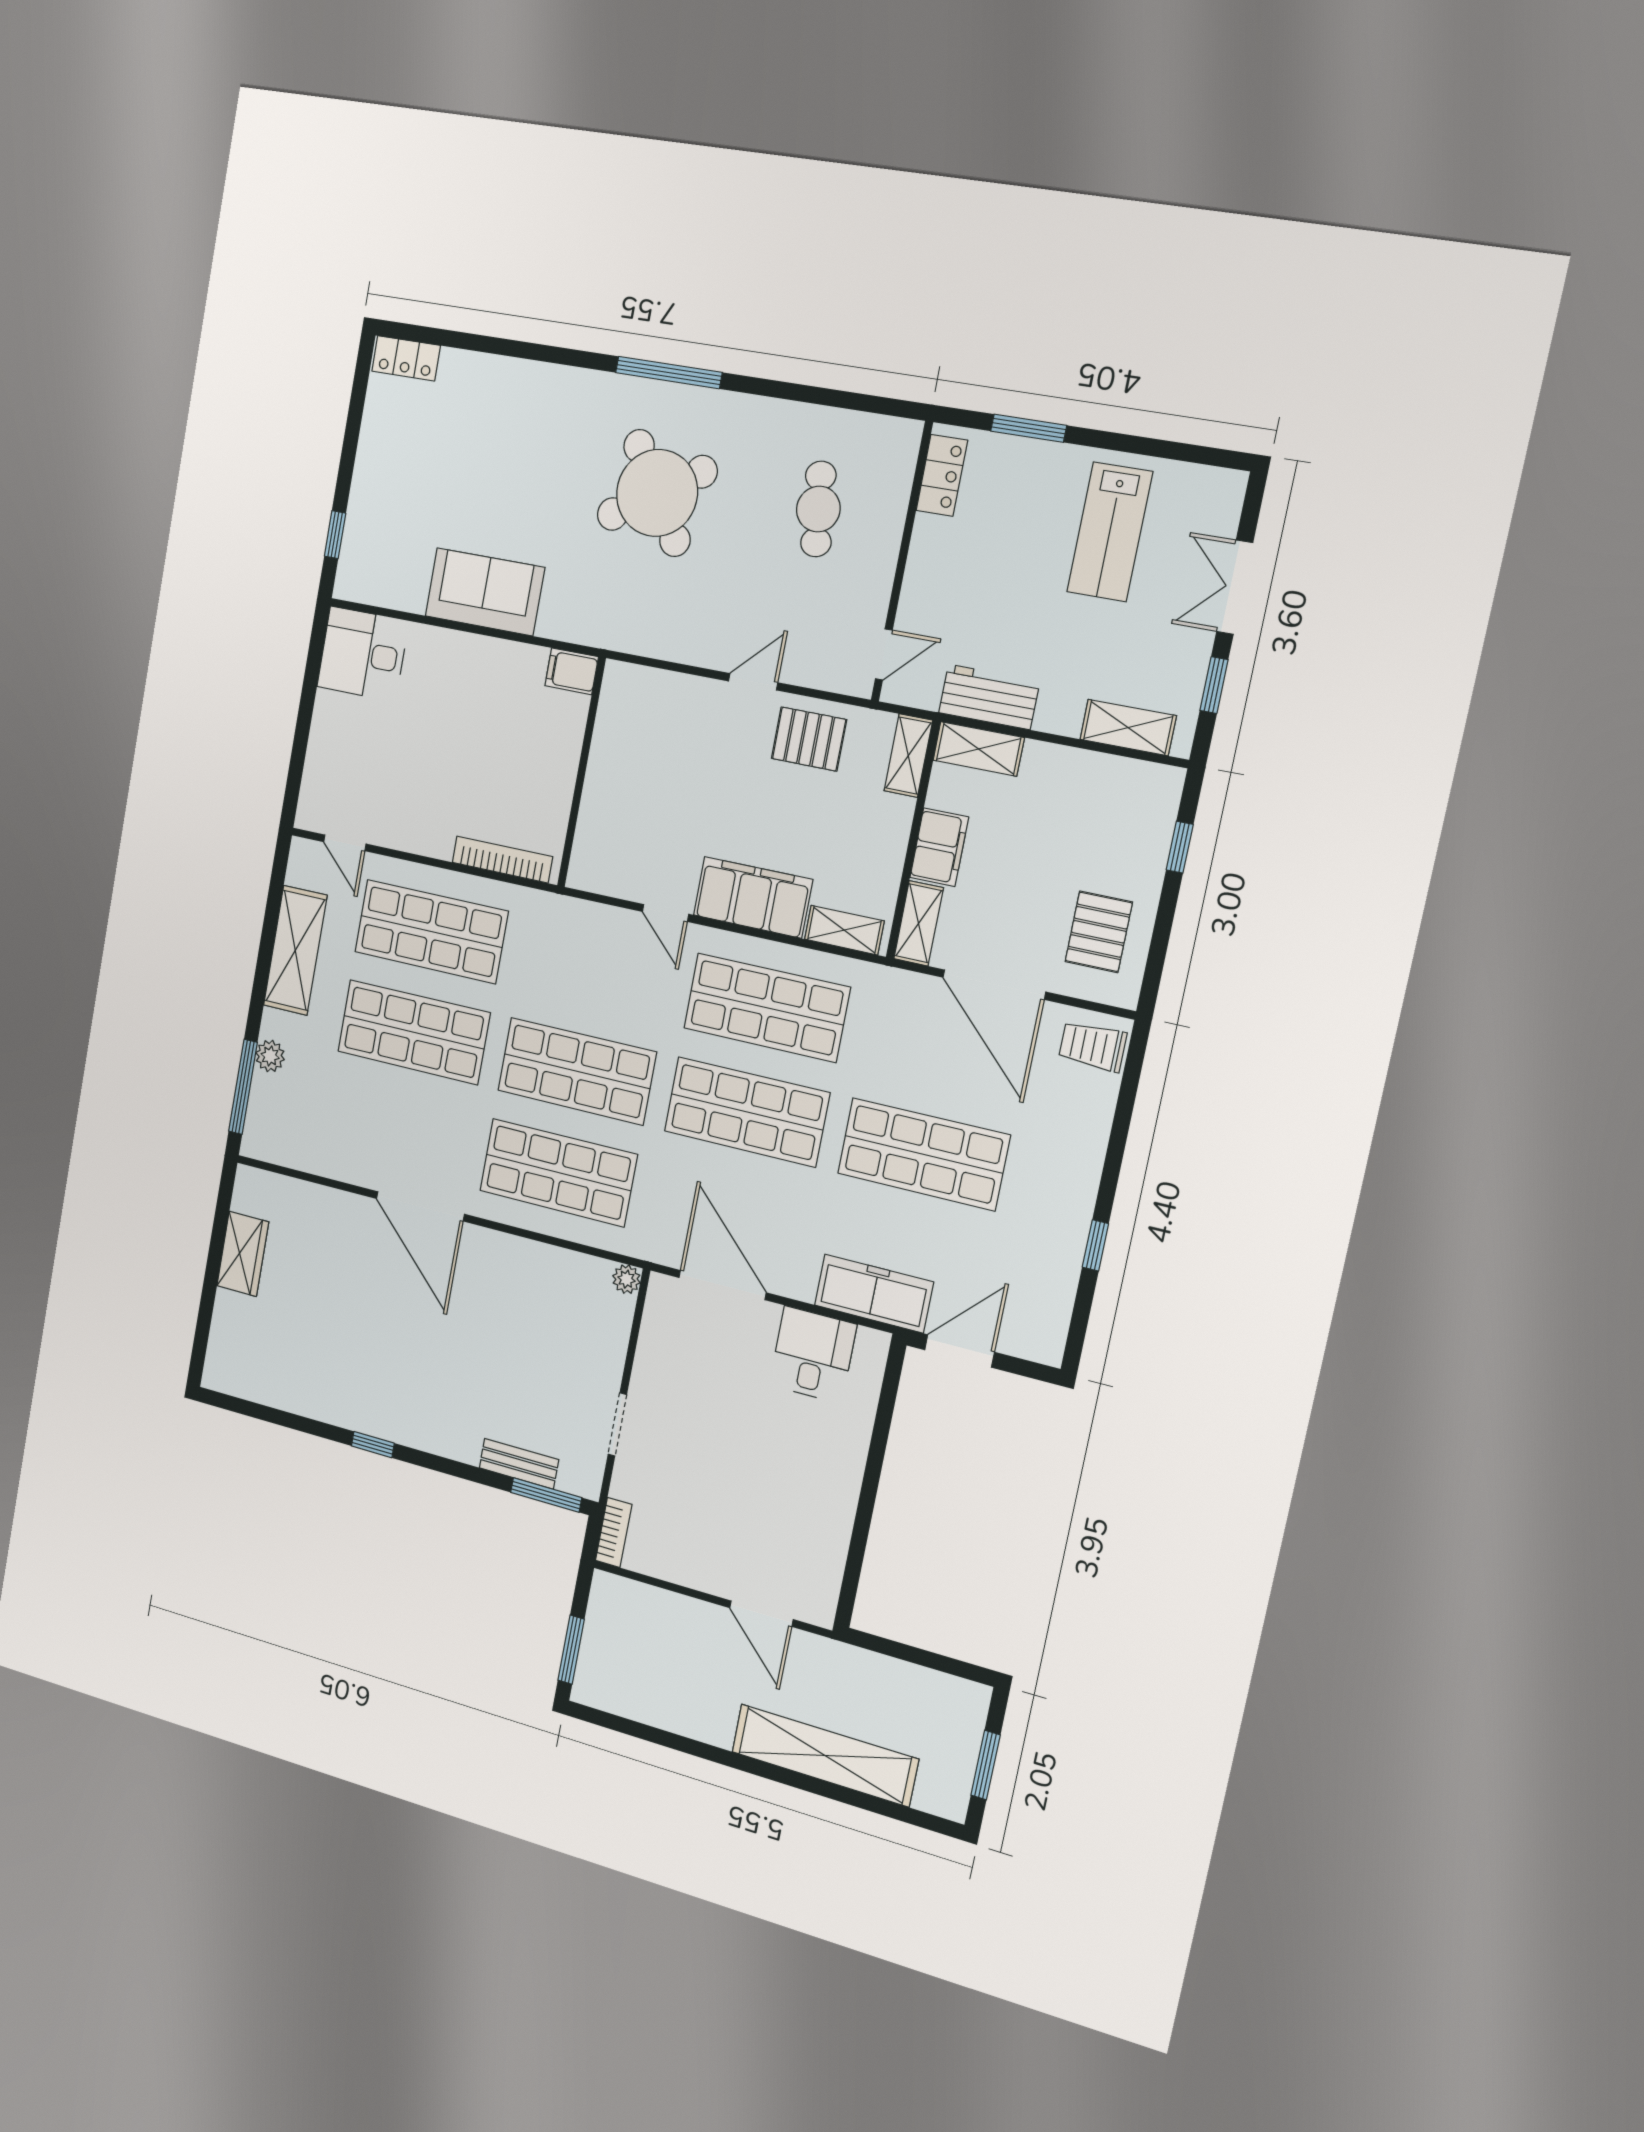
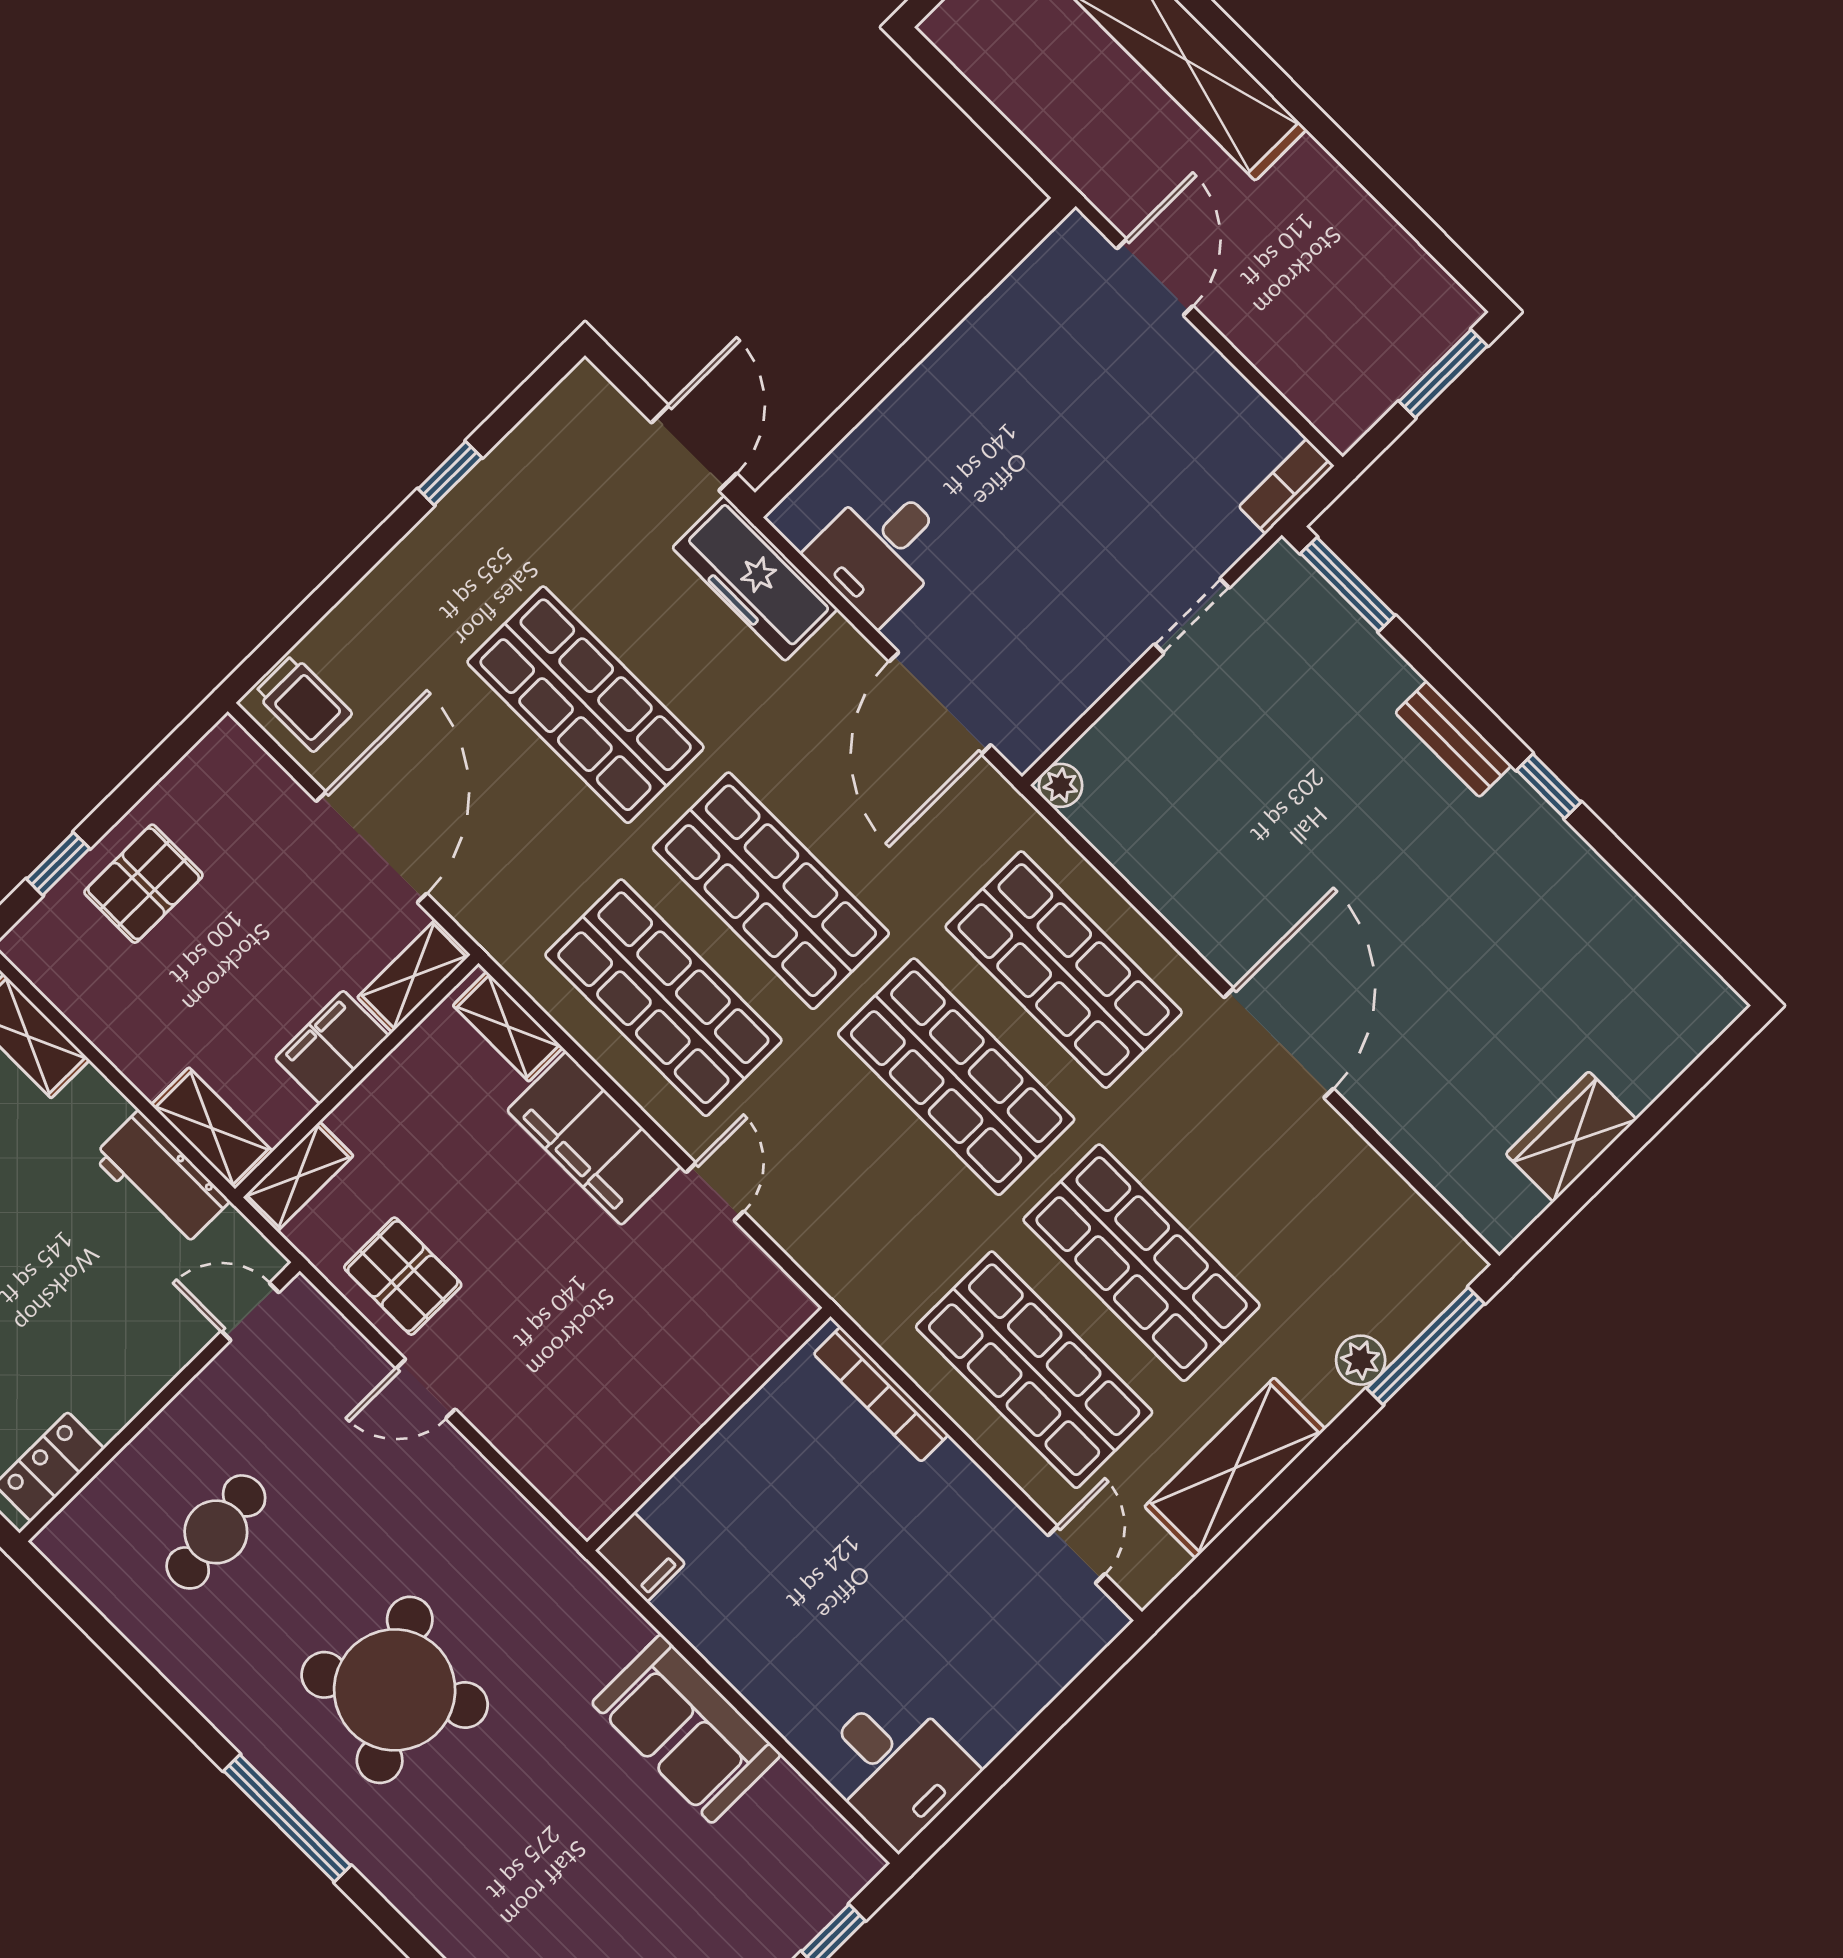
pallet: (1099, 932) -> (143, 884), moved
door: (959, 1351) -> (694, 448), swing flipped
bench: (519, 1464) -> (1453, 739), moved

